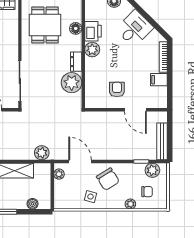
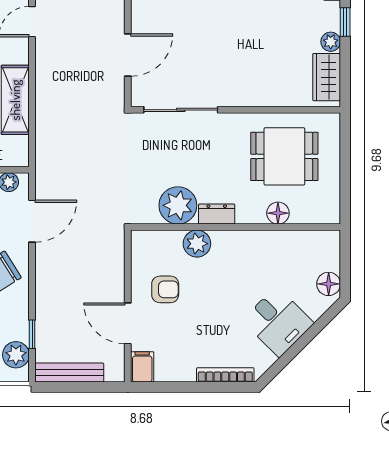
printer: (93, 31) -> (273, 245), removed
plant: (92, 50) -> (197, 244), moved
filing cabinet: (159, 80) -> (142, 367), moved
door: (135, 110) -> (128, 323), hinge flipped
plant: (42, 153) -> (48, 150), removed

